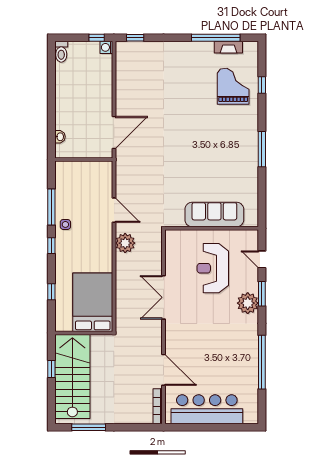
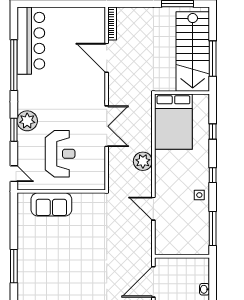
washbasin: (60, 137) -> (204, 289), moved
window: (51, 207) -> (213, 228), moved
sofa: (214, 215) -> (51, 204), width x0.73
plant: (125, 243) -> (143, 161), moved
door: (262, 259) -> (14, 174), moved
window: (51, 369) -> (213, 59), width x2.17
bar counter: (207, 409) -> (31, 41), moved, turned -90

